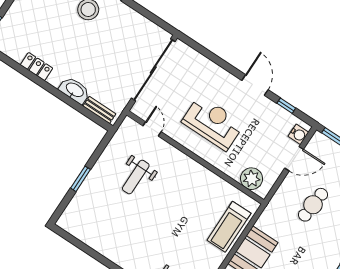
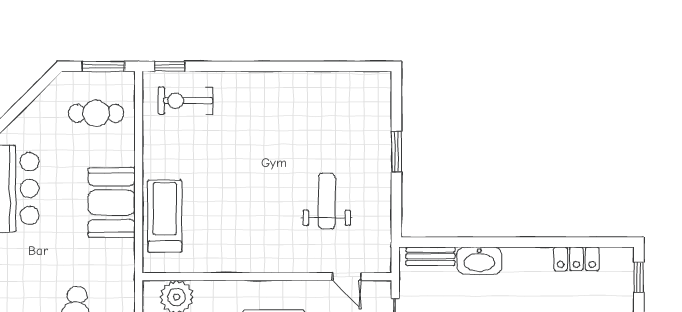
locker: (36, 67) -> (576, 259), moved

